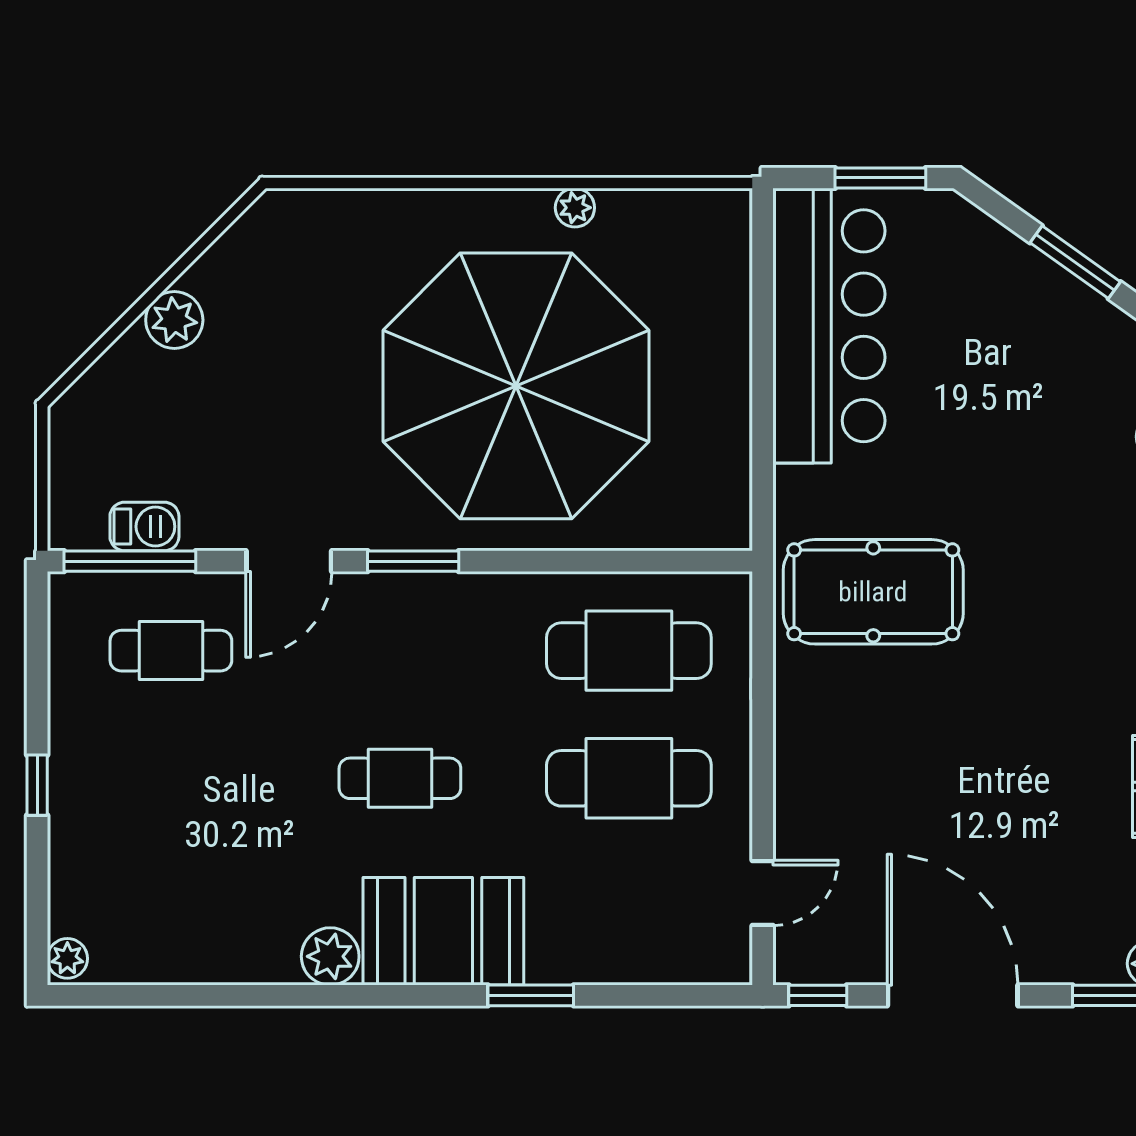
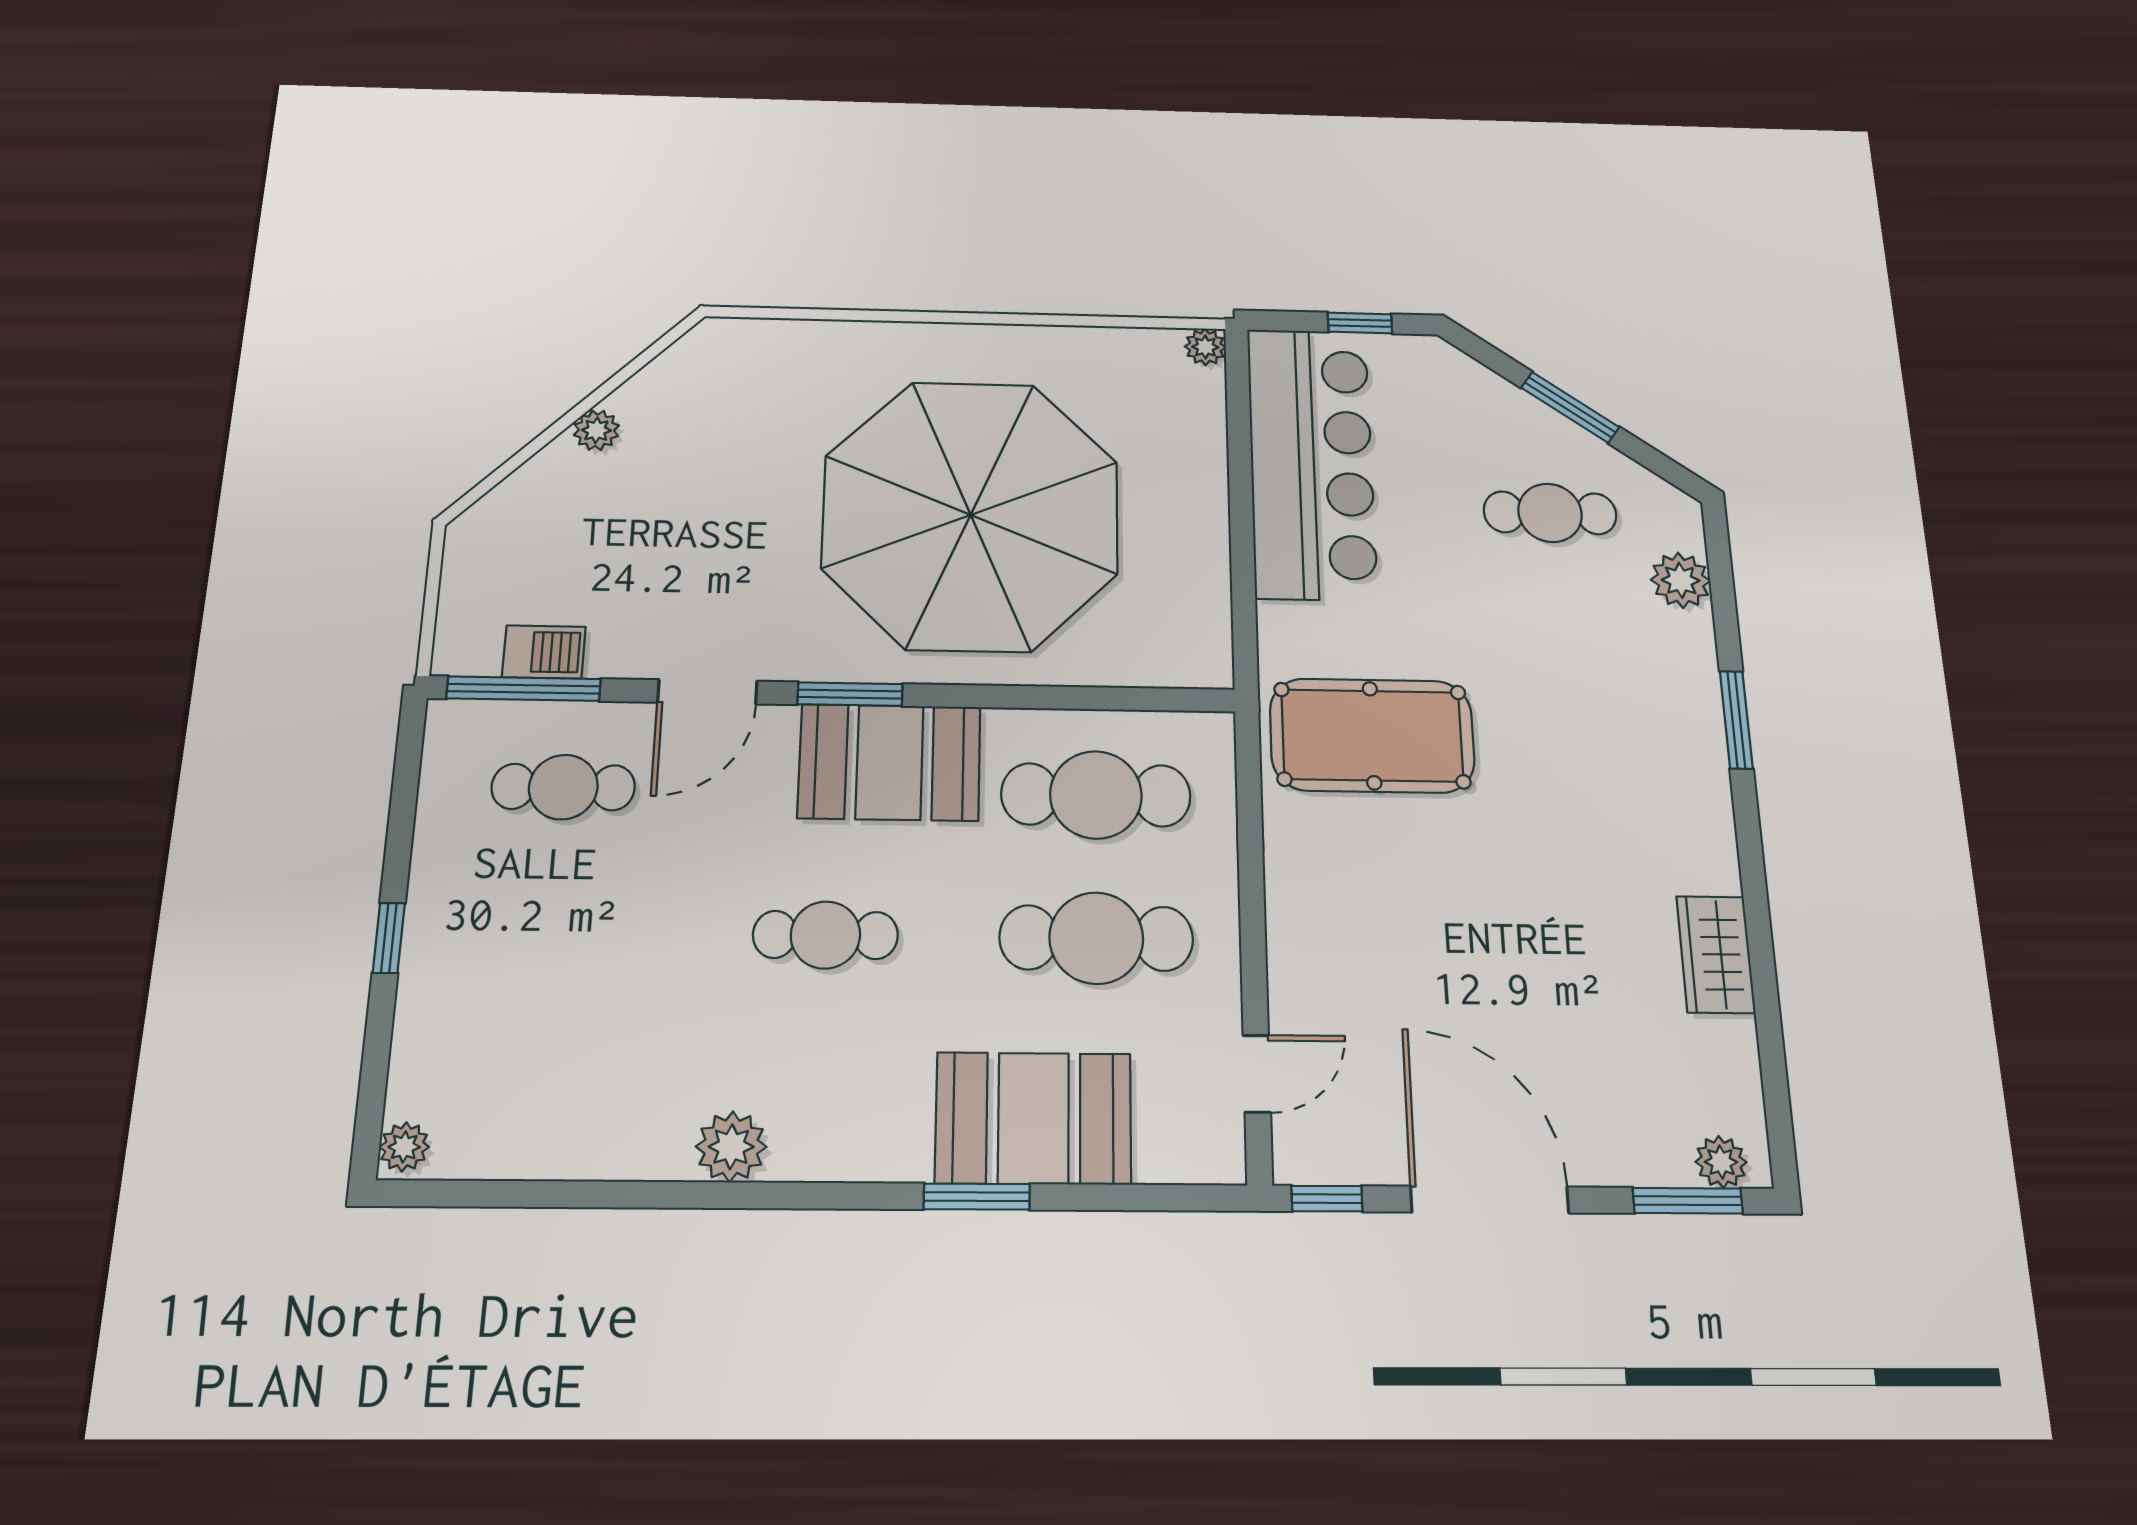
window: (880, 178) -> (1360, 323), width x0.67
plant: (575, 208) -> (1205, 347), moved
plant: (174, 320) -> (596, 430), width x0.73, depth x0.73
cafe table: (1048, 372) -> (1550, 513), added
booth: (449, 624) -> (890, 762), added
booth: (443, 931) -> (1033, 1118), moved

